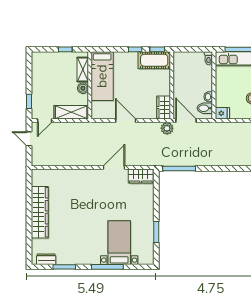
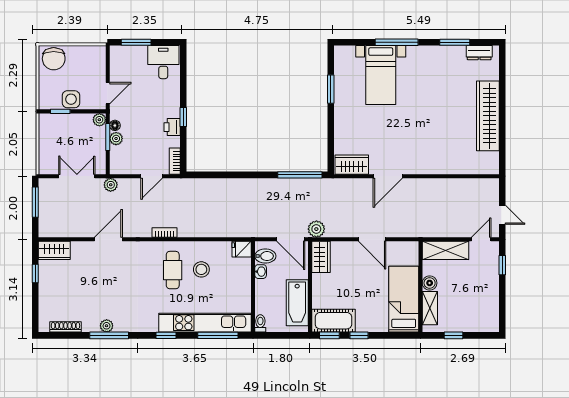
bathtub: (181, 74) -> (297, 303), added

